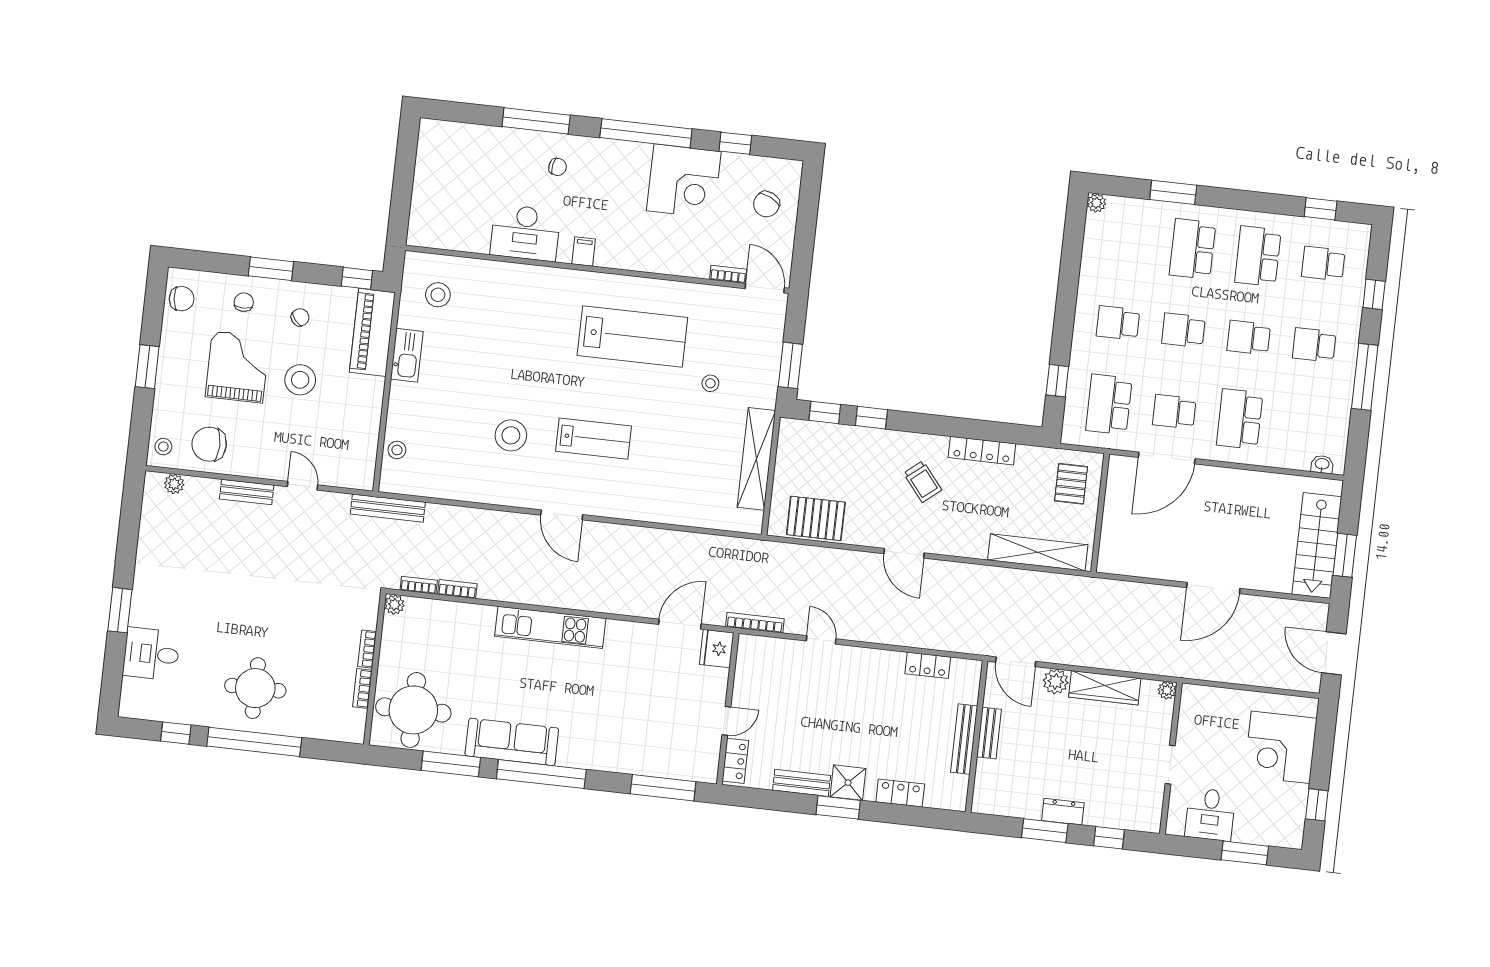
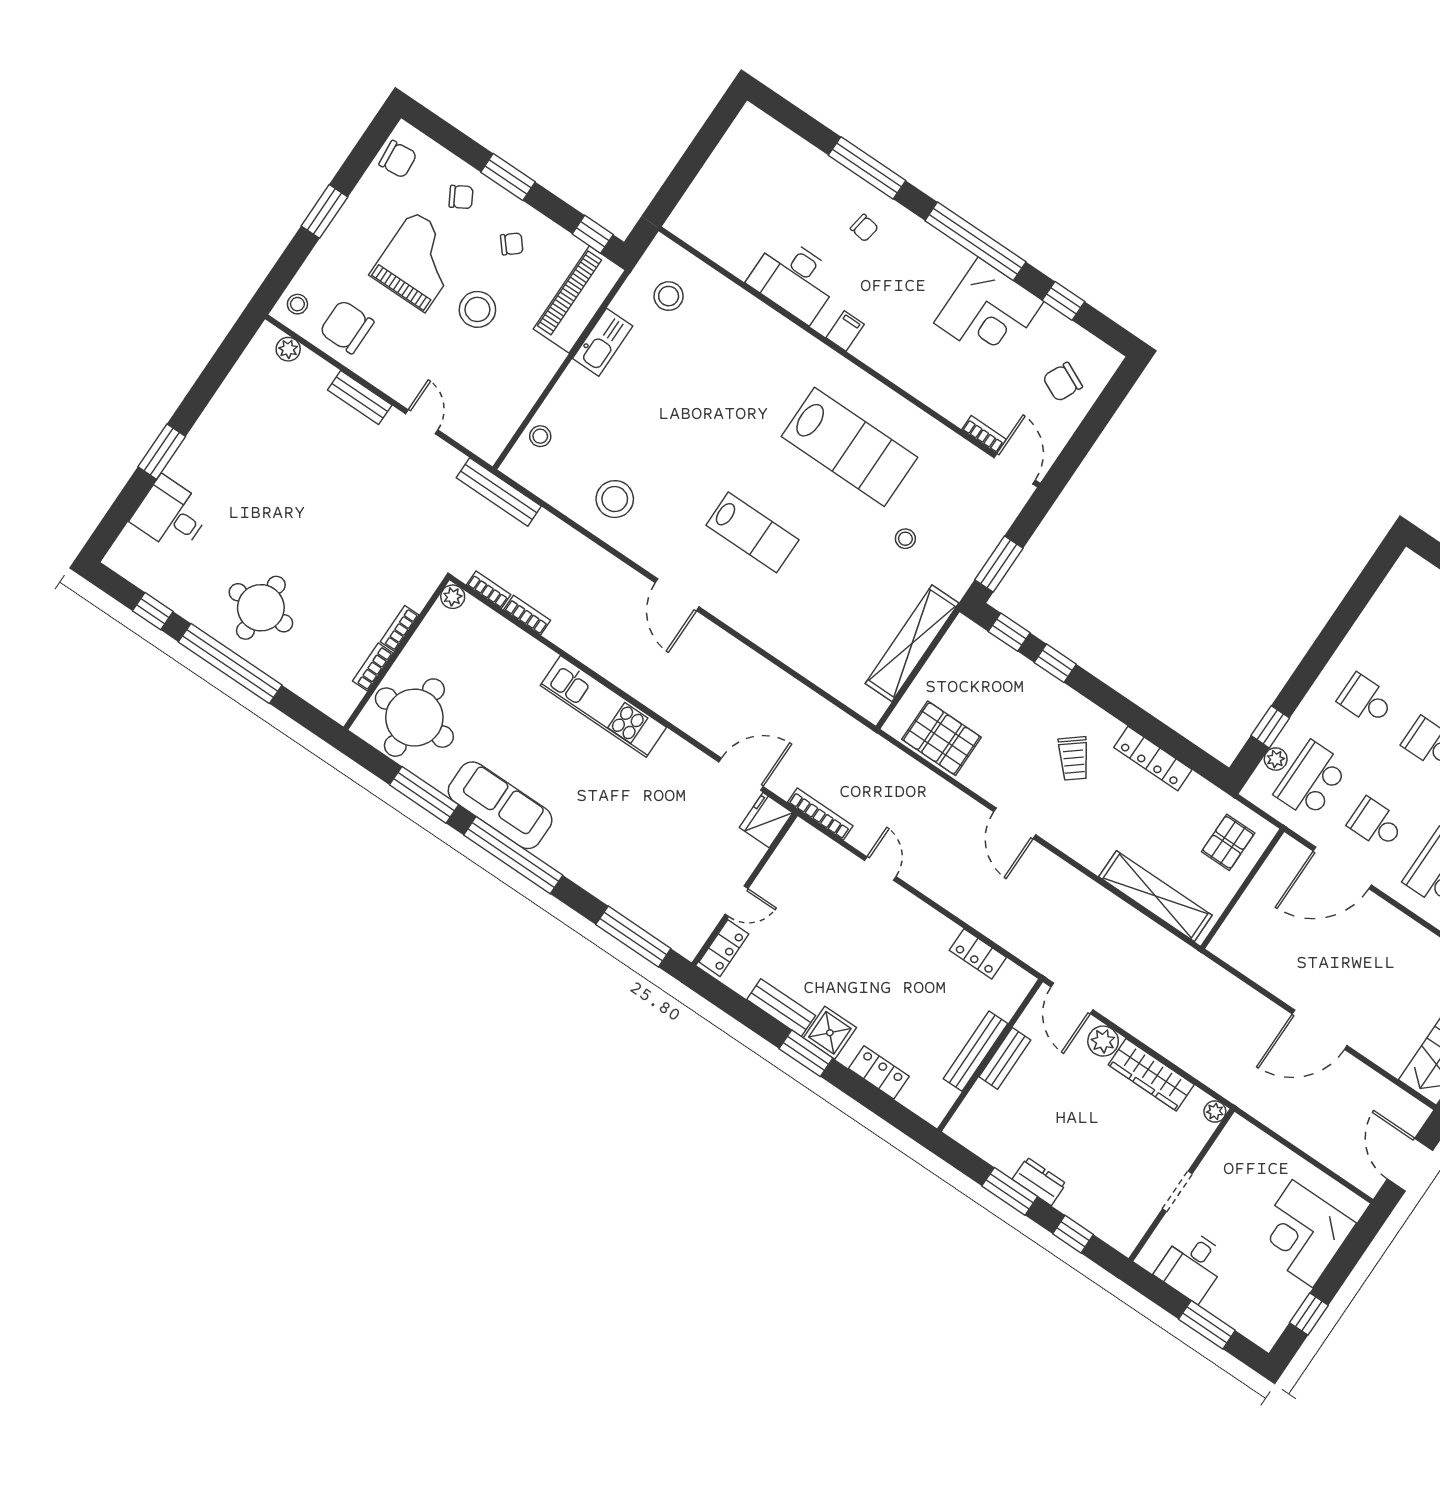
plant: (1096, 203) -> (1276, 759), moved
chair: (244, 302) -> (461, 197), turned 60
stool: (511, 435) -> (615, 499), moved

